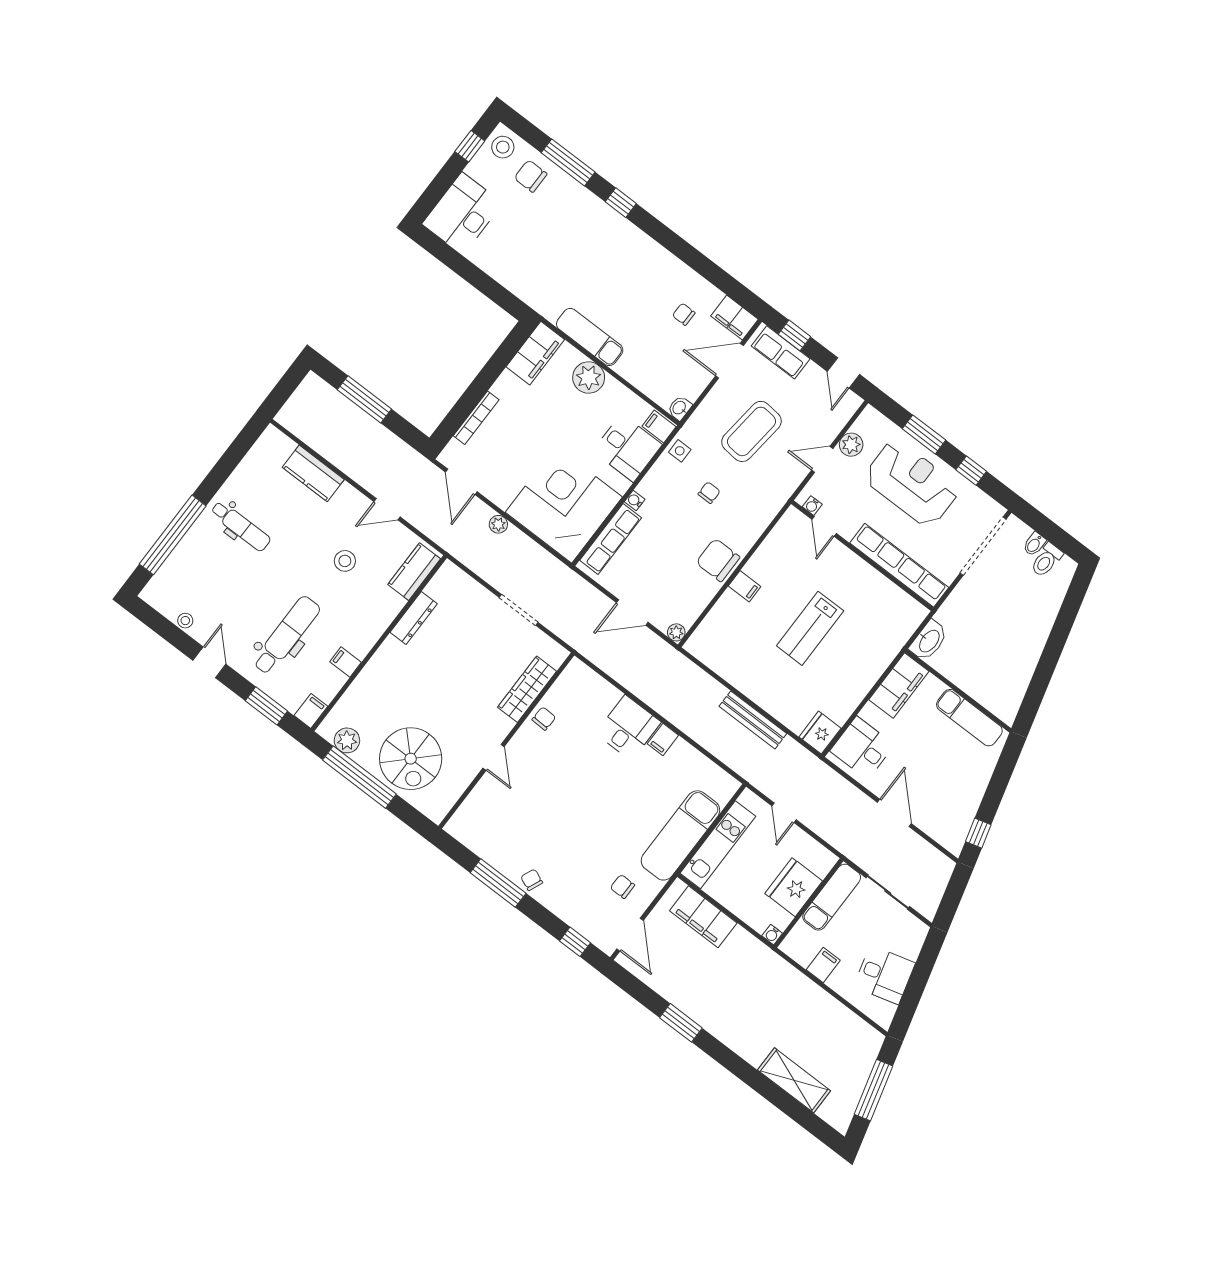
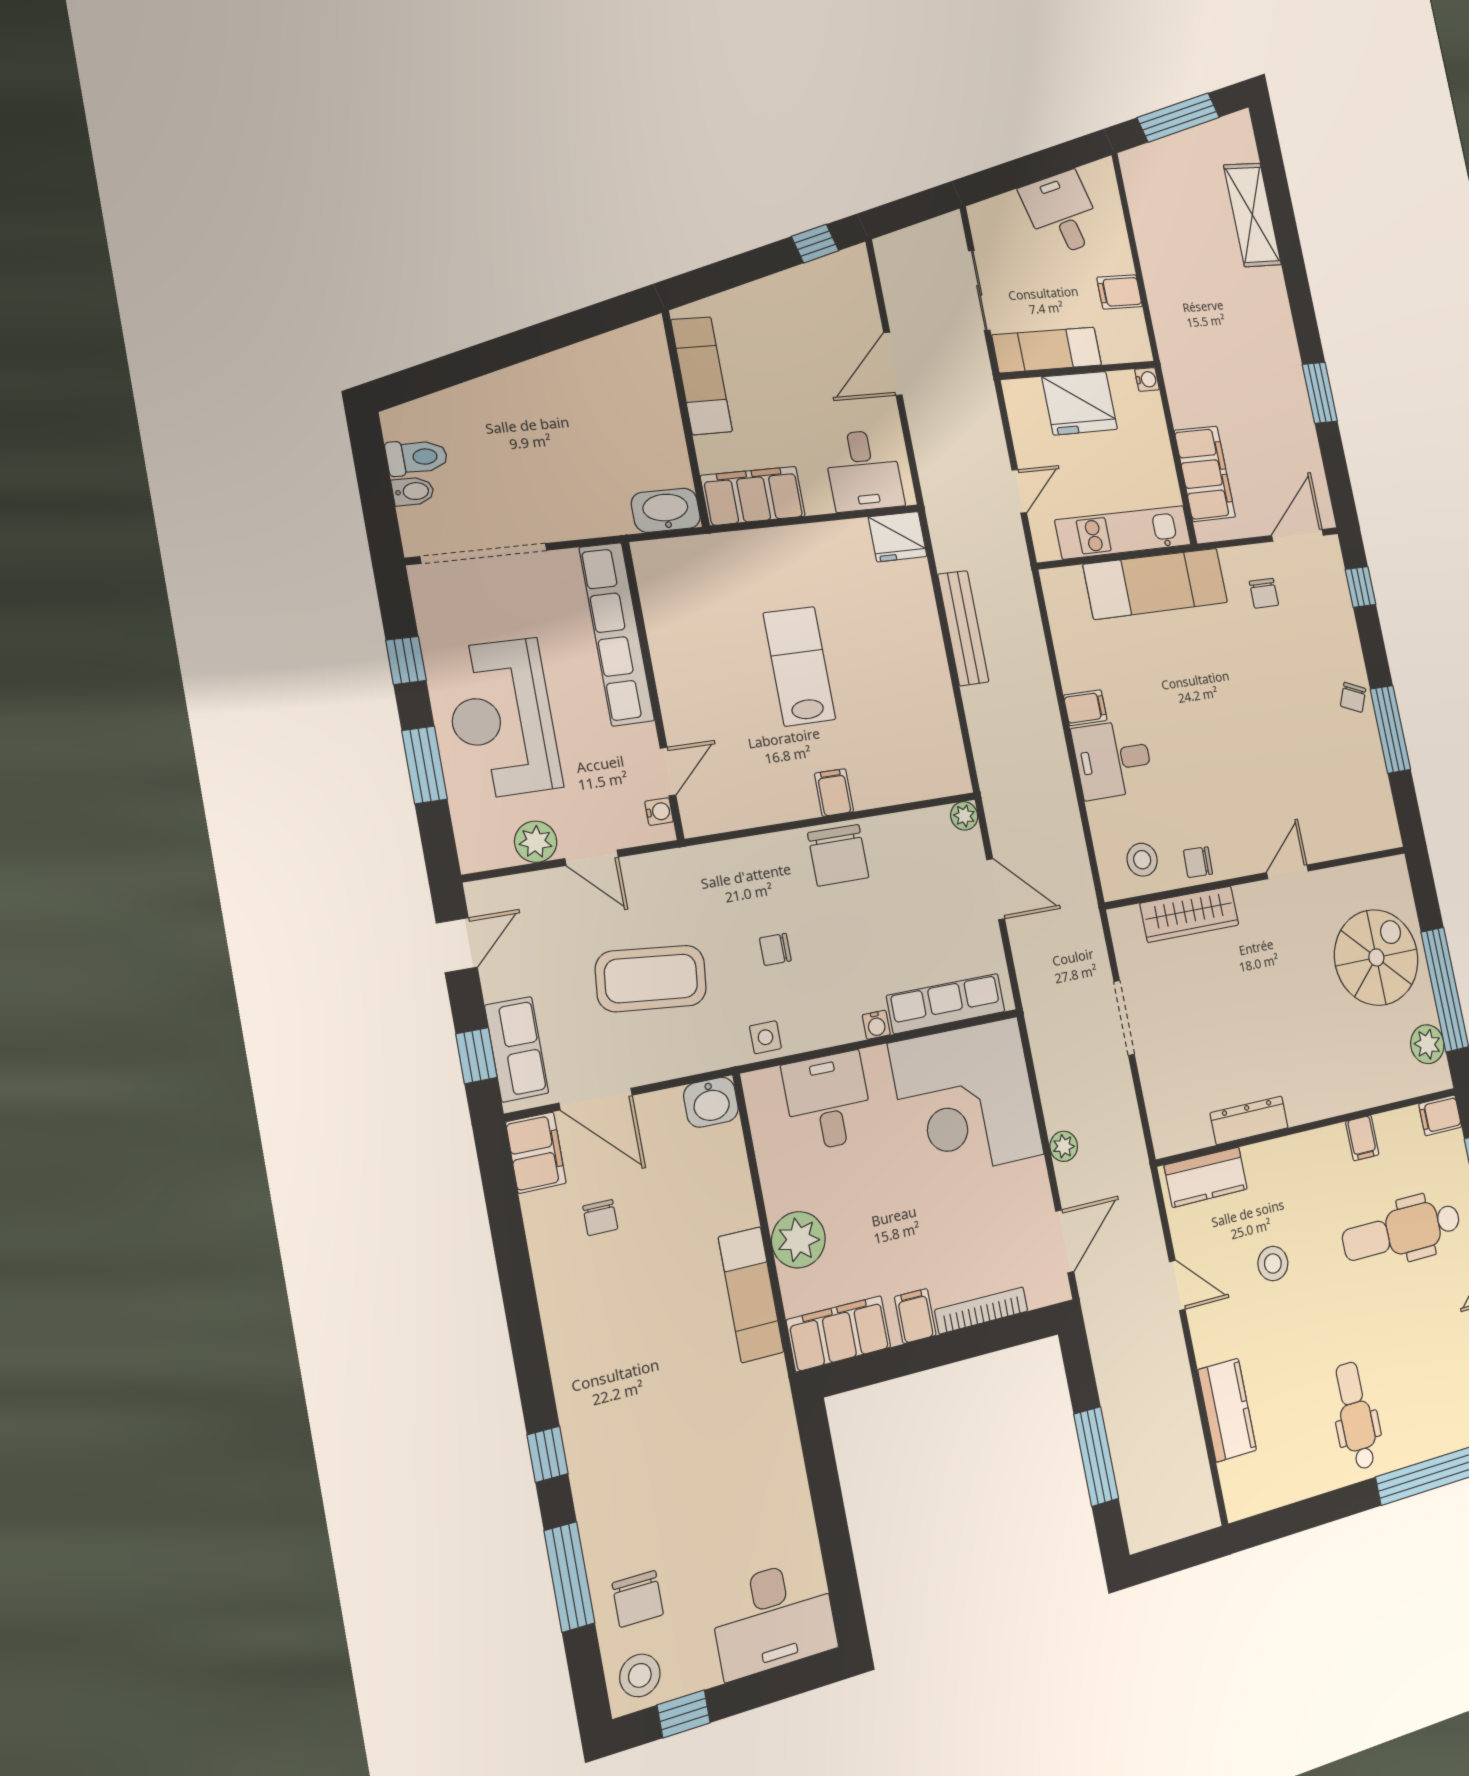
washbasin: (680, 408) -> (711, 1102), width x1.38, depth x1.45
filing cabinet: (659, 427) -> (915, 1316), moved, turned 180
lab bench: (810, 628) -> (799, 666), turned -90
stool: (573, 693) -> (1142, 860), added

